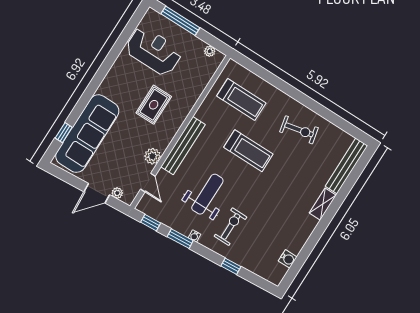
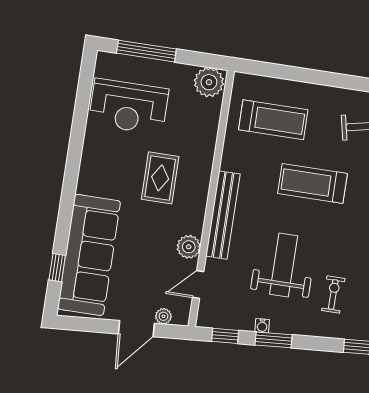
reception desk: (154, 51) -> (128, 107), turned 180
plant: (210, 51) -> (209, 82), width x1.87, depth x1.87
treadmill: (248, 151) -> (312, 183), turned 180
door: (148, 183) -> (198, 284), swing flipped
exercise bike: (231, 227) -> (333, 294), width x0.73, depth x0.72
water cooler: (195, 236) -> (262, 326), moved

